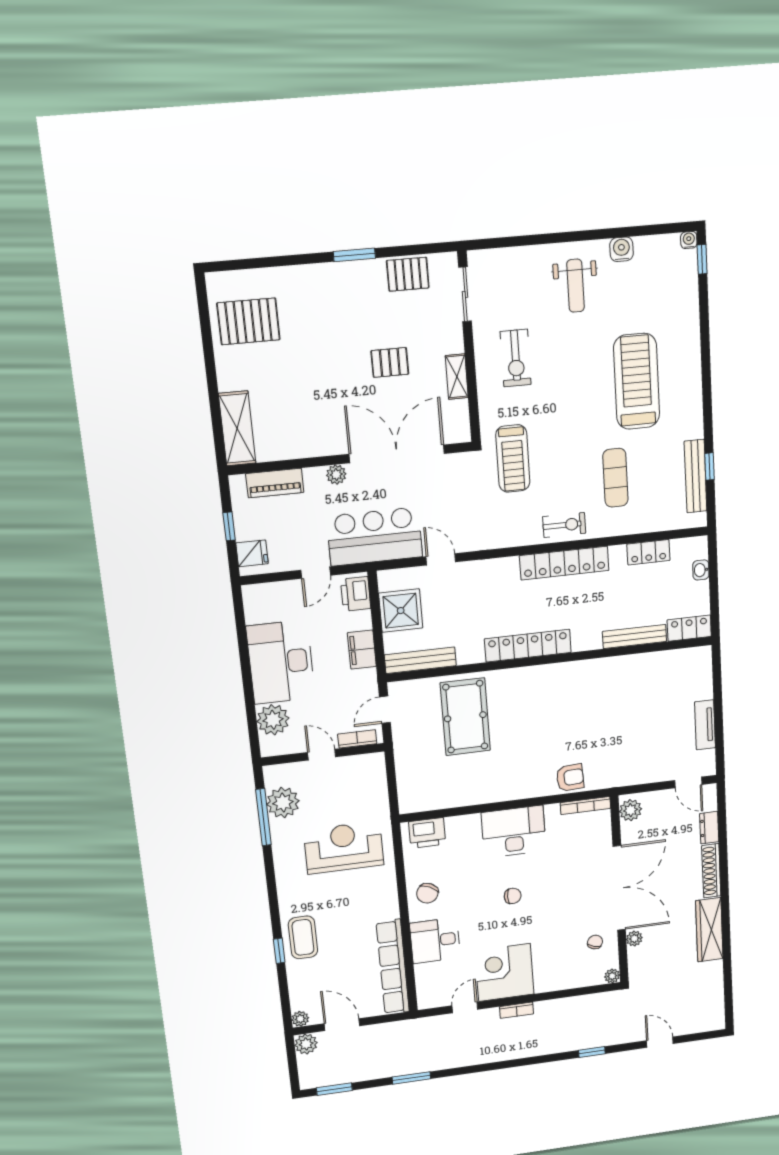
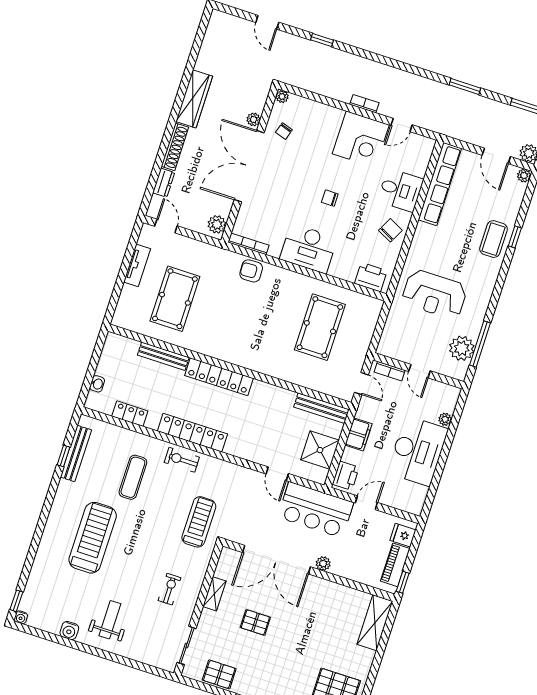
exercise bike: (516, 358) -> (170, 589), width x0.73, depth x0.72
treadmill: (637, 381) -> (93, 538), turned 180
piano: (275, 483) -> (395, 565), moved, turned -90
window: (229, 526) -> (403, 582), moved
locker: (689, 628) -> (121, 344), removed
locker: (528, 646) -> (219, 377), moved
pool table: (646, 707) -> (175, 299), added
door: (385, 710) -> (361, 384), hinge flipped
pool table: (465, 717) -> (320, 327), moved
plant: (273, 720) -> (445, 419), width x0.53, depth x0.53

